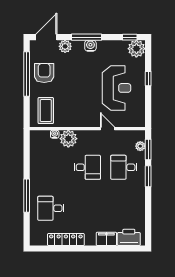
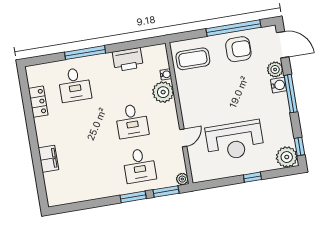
water cooler: (90, 46) -> (279, 85), moved
plant: (140, 146) -> (182, 179), moved
desk: (124, 167) -> (139, 166), turned 180
desk: (51, 208) -> (75, 85), turned 180
printer: (129, 237) -> (128, 59), moved, turned 90
locker: (66, 239) -> (38, 102), width x0.66

